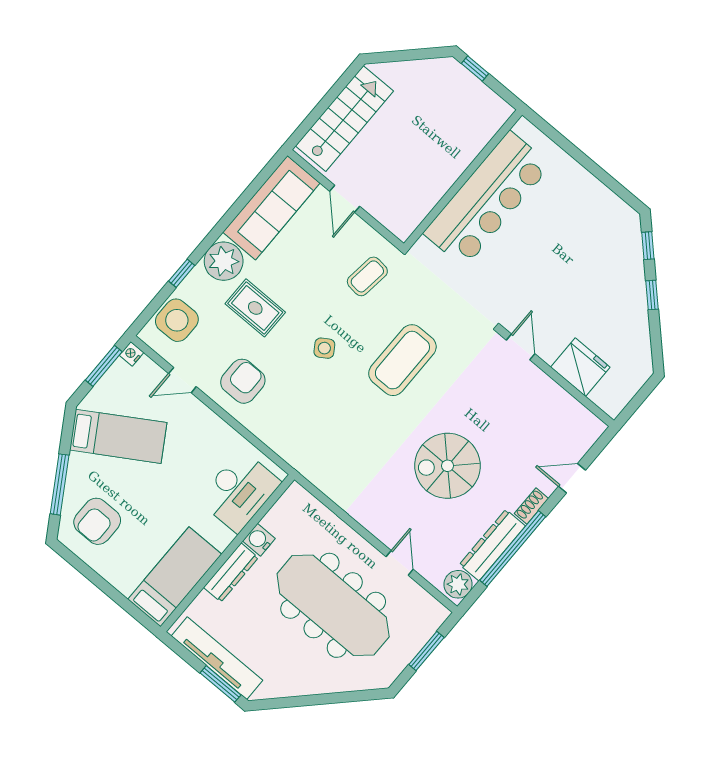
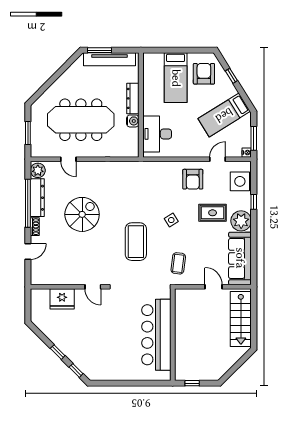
window: (475, 68) -> (192, 383), moved
window: (60, 484) -> (231, 76), width x0.46
bed: (175, 577) -> (176, 78), moved

